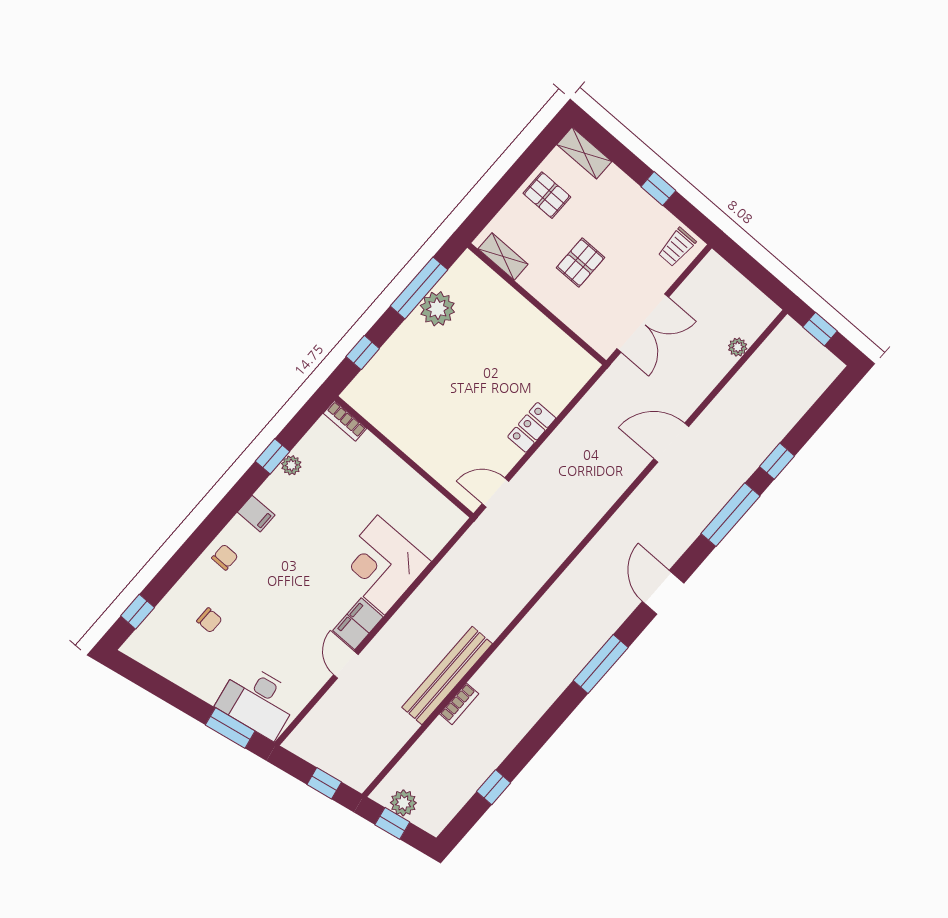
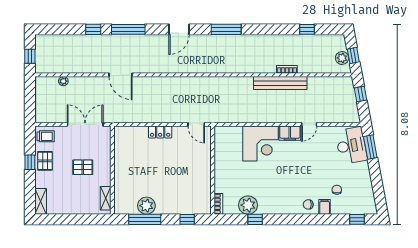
pallet: (547, 195) -> (45, 161), moved
plant: (291, 465) -> (248, 205), width x1.88, depth x1.88
filing cabinet: (256, 514) -> (325, 207), moved

